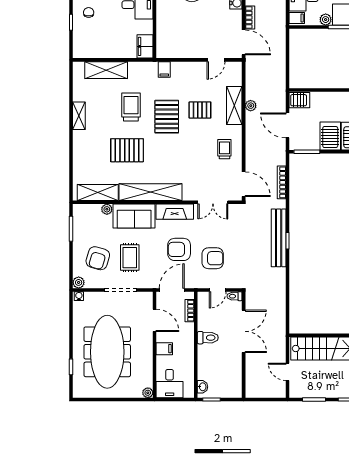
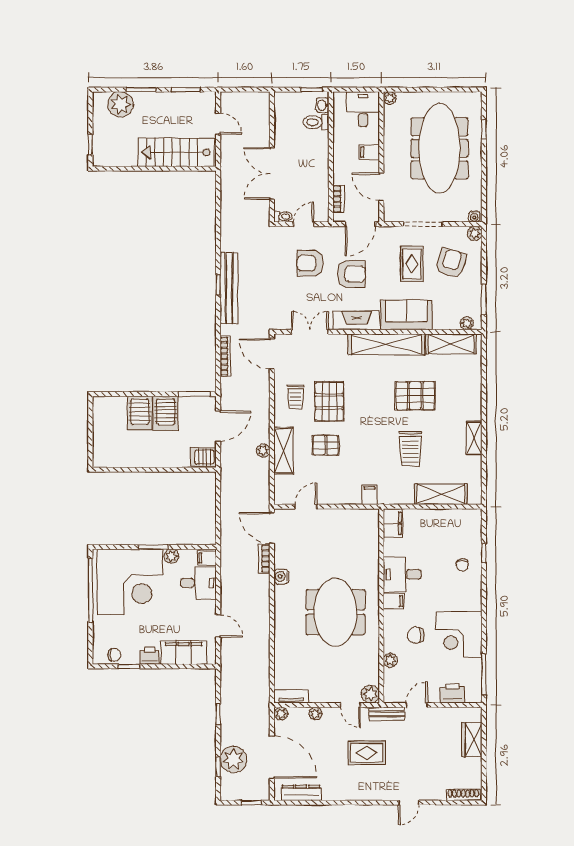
pallet: (167, 117) -> (329, 401), moved
door: (287, 125) -> (218, 426), hinge flipped
plant: (107, 209) -> (467, 323), moved
toilet: (208, 338) -> (316, 122), moved

